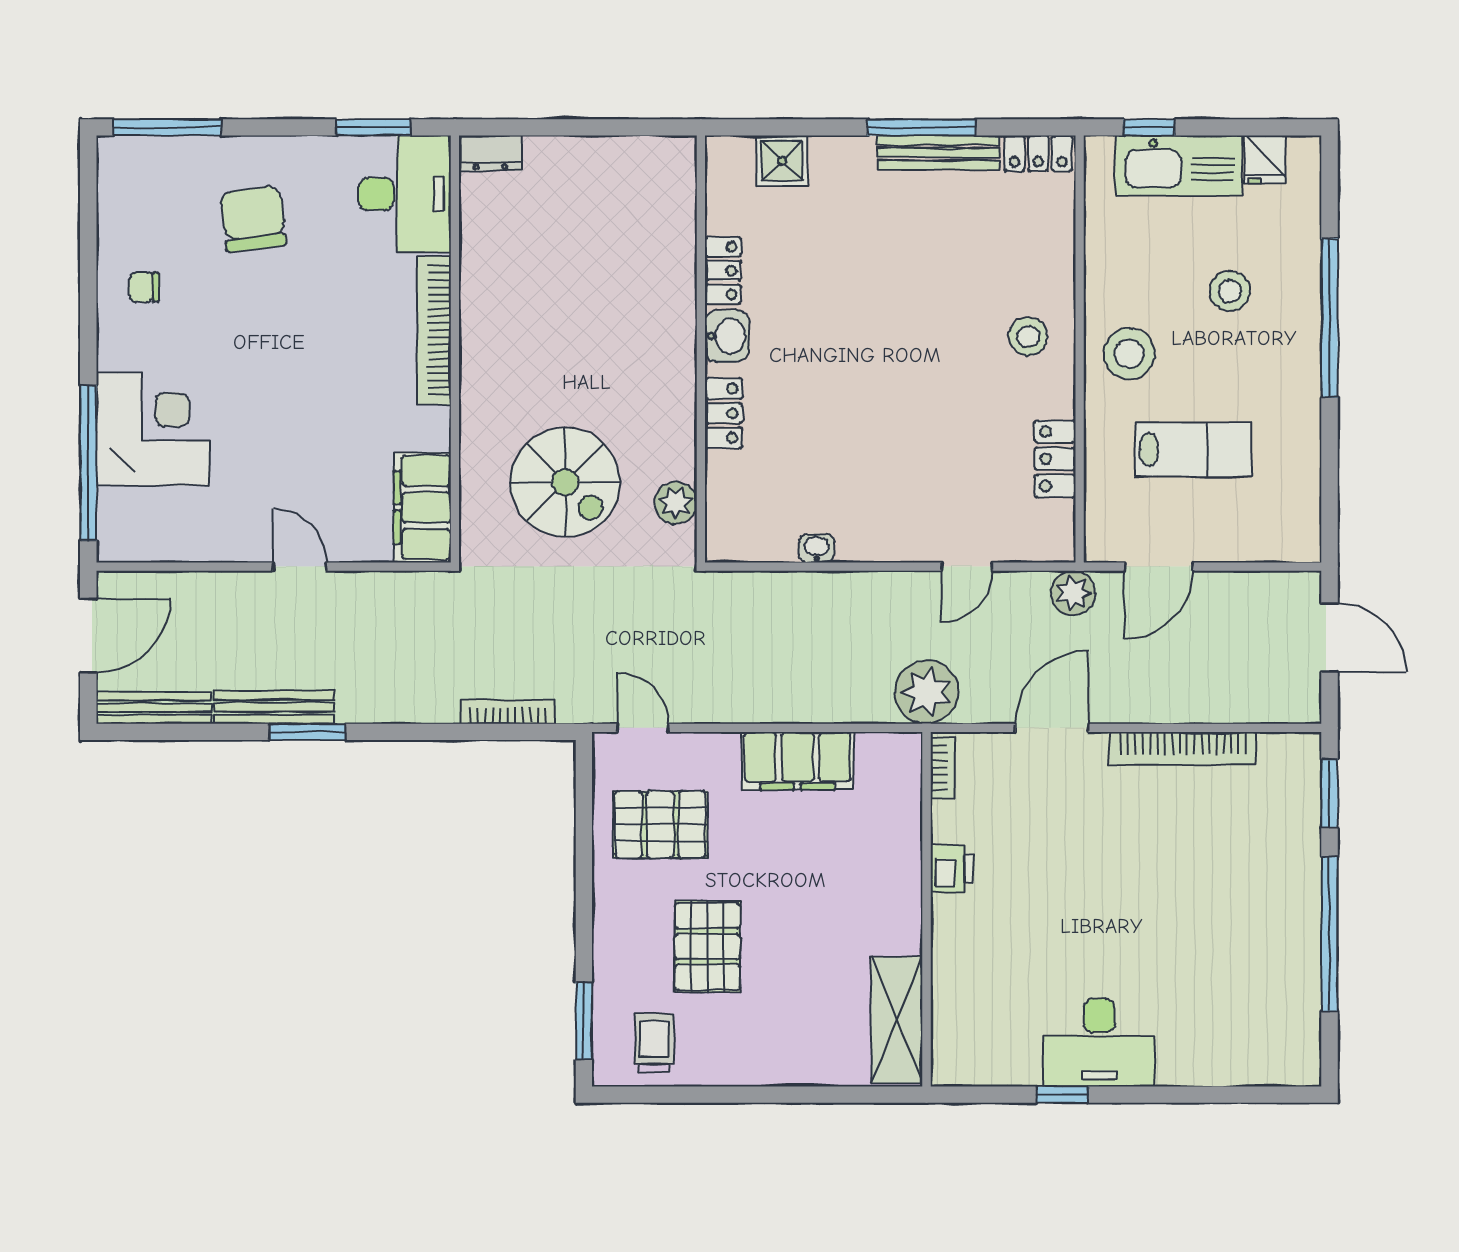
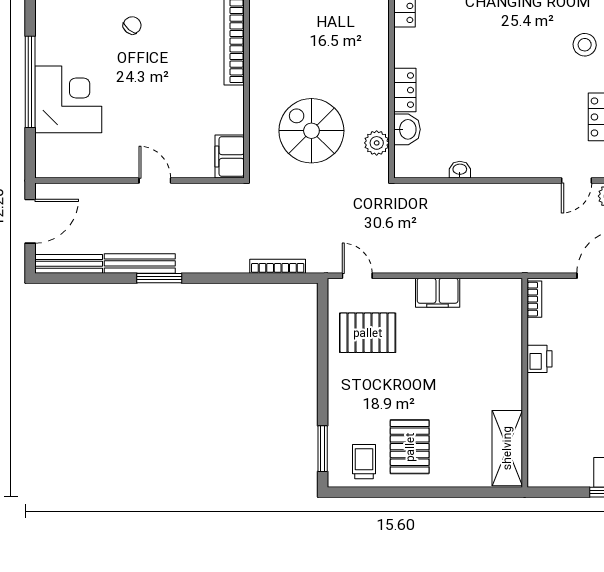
chair: (144, 287) -> (132, 25), moved, turned 130
washbasin: (727, 336) -> (407, 129), moved
window: (88, 463) -> (30, 82), moved
spiral stairs: (565, 482) -> (311, 131), turned 180
filing cabinet: (422, 507) -> (230, 157), width x0.67, depth x0.86
door: (967, 567) -> (577, 181), moved
plant: (927, 692) -> (525, 255), removed
filing cabinet: (798, 761) -> (438, 293), width x0.67, depth x0.86
pallet: (708, 947) -> (410, 447), moved

